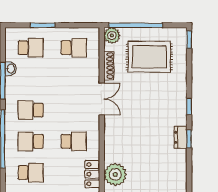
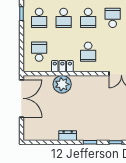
dresser: (181, 137) -> (68, 136), moved
school desk: (31, 141) -> (88, 18), turned 180

